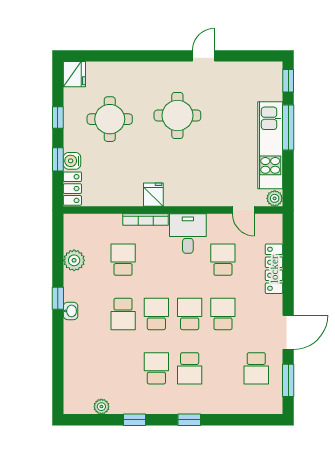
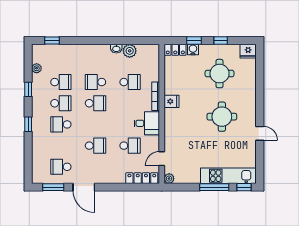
kitchen unit: (270, 145) -> (228, 176), moved
locker: (274, 269) -> (142, 178), moved
window: (58, 298) -> (52, 41), moved
washbasin: (71, 311) -> (116, 49), moved
school desk: (190, 314) -> (61, 82), moved

